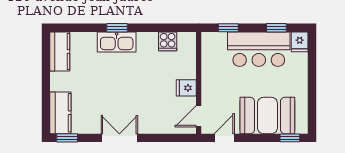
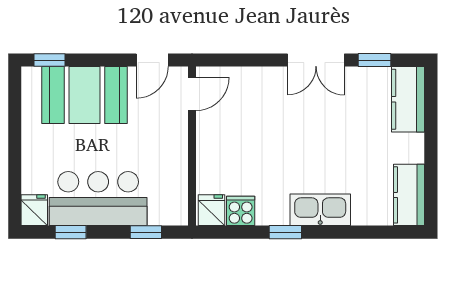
window: (117, 28) -> (285, 232), moved
fridge: (186, 88) -> (211, 210), moved, turned -90
window: (67, 138) -> (375, 60), moved

